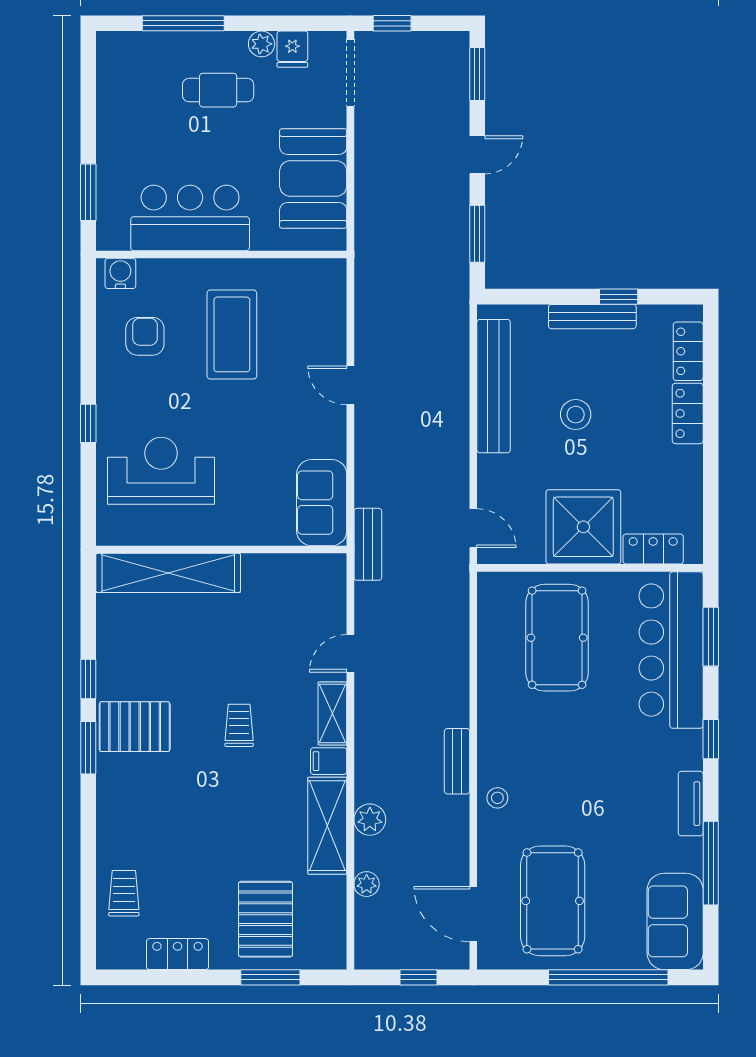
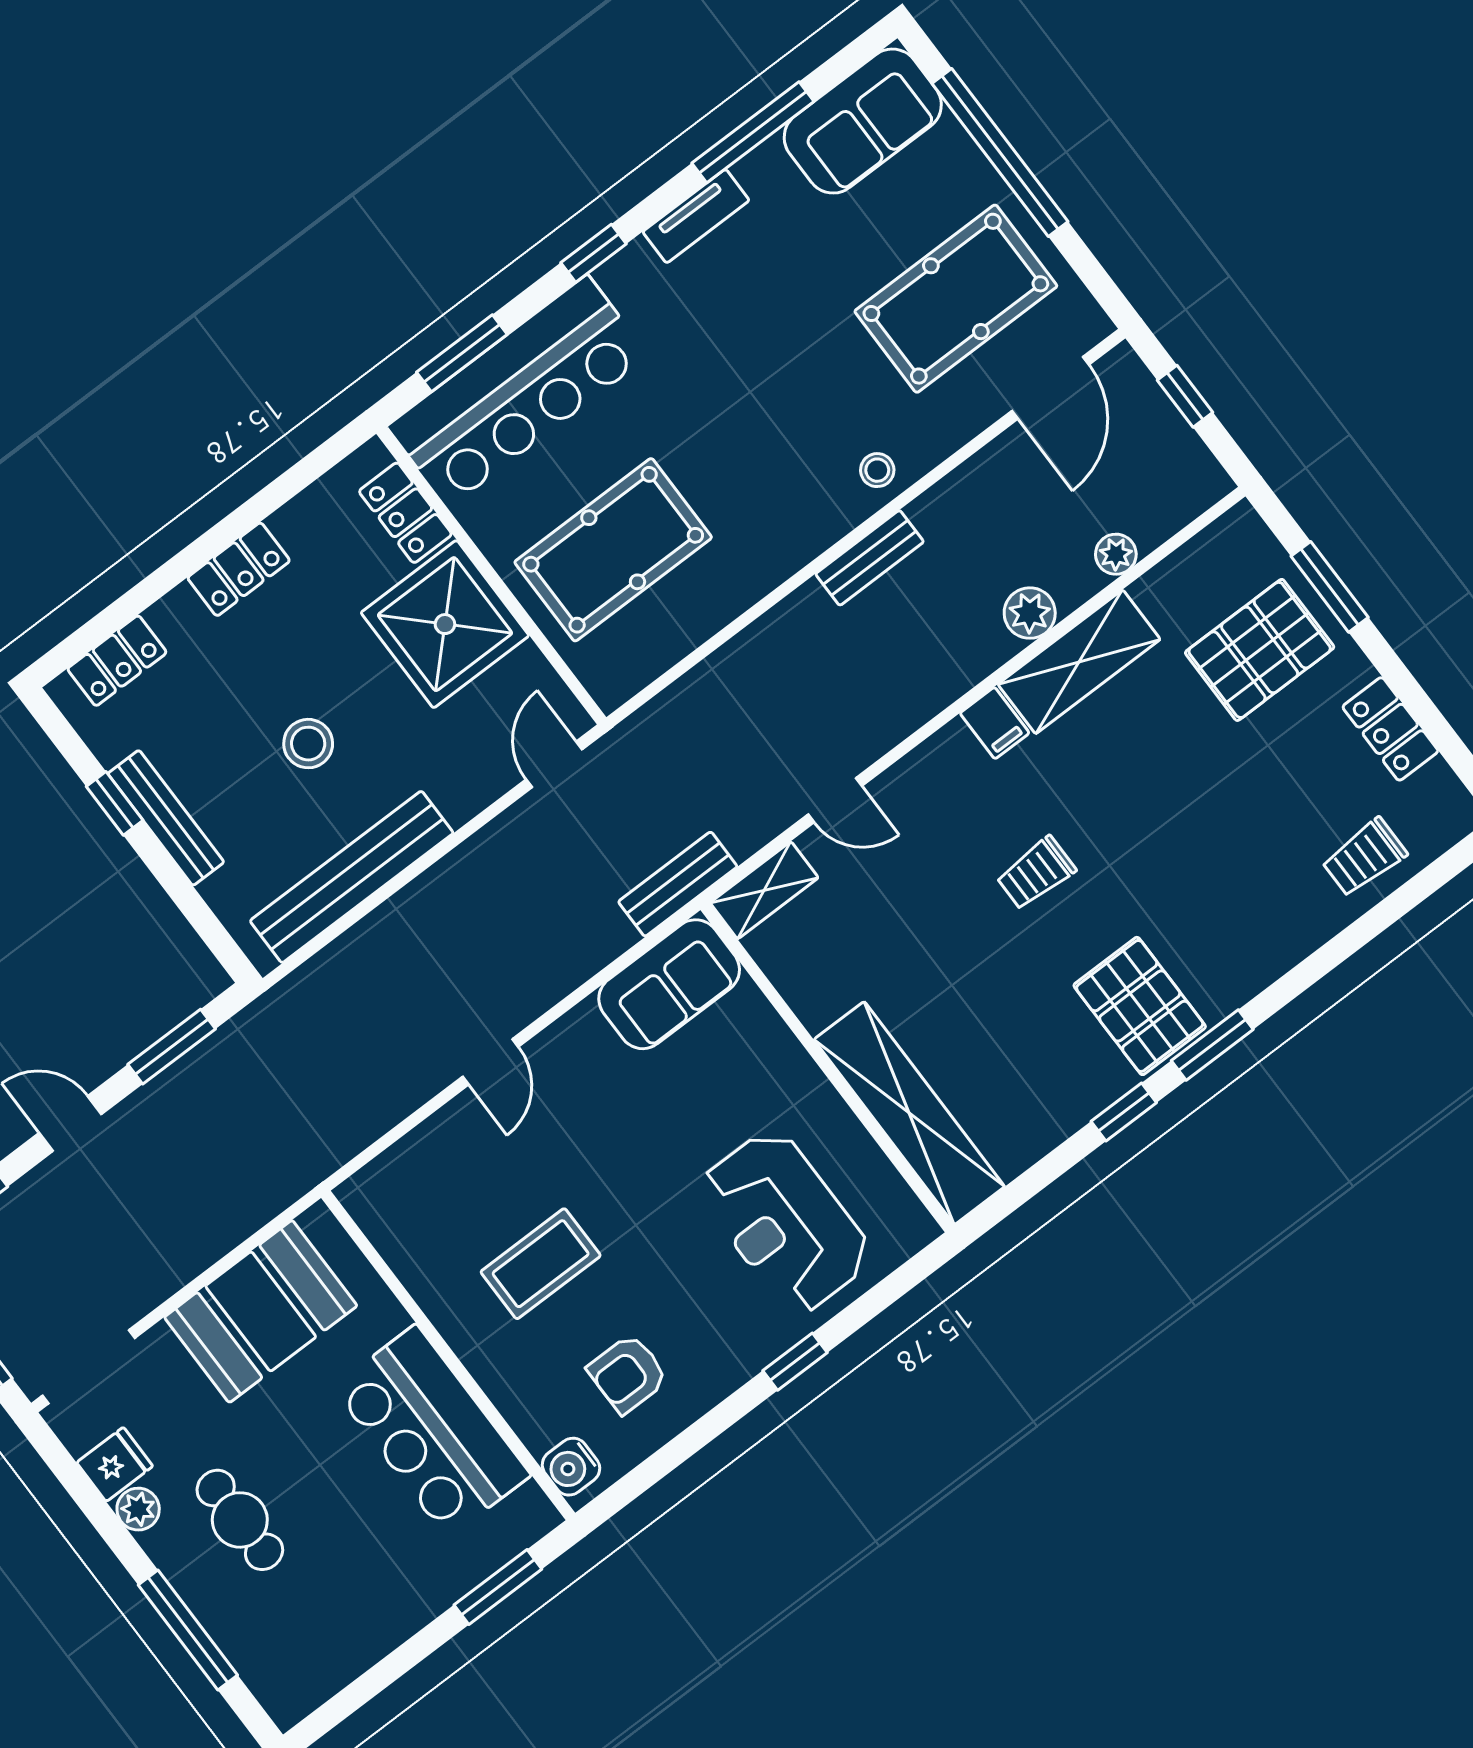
coffee table: (232, 334) -> (541, 1264), width x0.73, depth x0.76
locker: (688, 413) -> (239, 569), moved
shelving: (332, 713) -> (764, 890), moved

